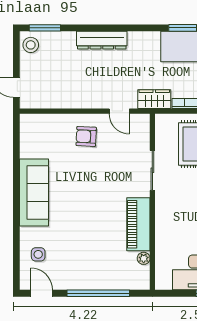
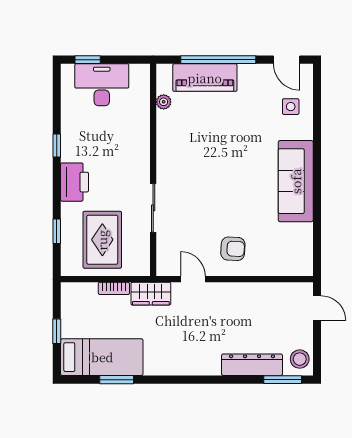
dresser: (102, 40) -> (252, 365), moved
piano: (138, 224) -> (205, 78), moved, turned 90

